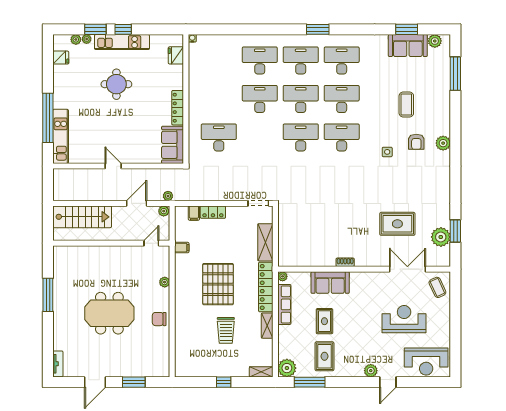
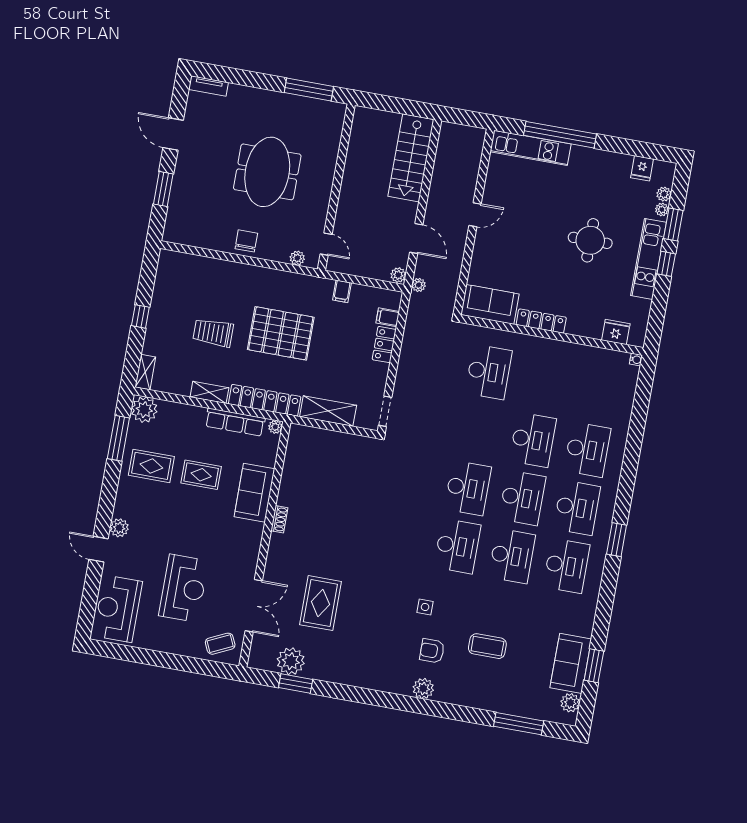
wall: (111, 243) -> (336, 187), moved
door: (151, 243) -> (326, 244), moved

